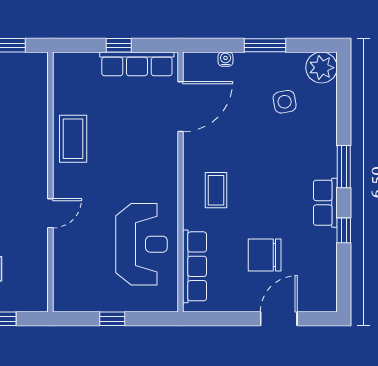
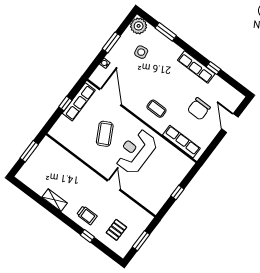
coffee table: (73, 139) -> (105, 134), moved, turned 62
window: (344, 167) -> (166, 32), moved
row of seats: (325, 203) -> (196, 67), width x1.48
reception desk: (142, 244) -> (136, 151), moved, turned -90

